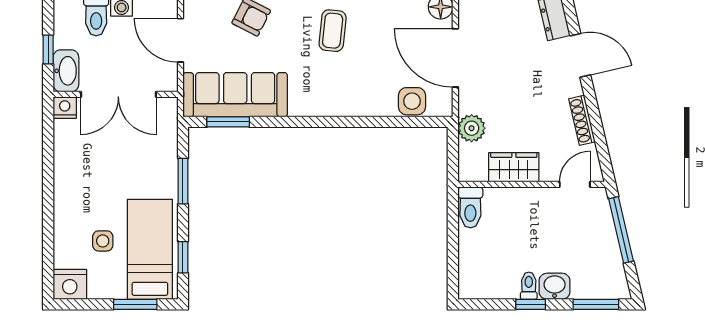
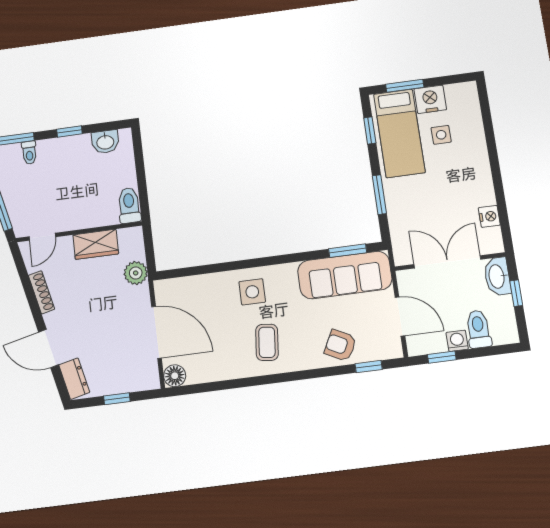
side table: (412, 101) -> (252, 292), moved
nightstand: (65, 108) -> (489, 216), moved, turned -90
nightstand: (70, 284) -> (430, 99), moved
toilet: (529, 286) -> (29, 153), moved
washbasin: (555, 286) -> (105, 142), moved

